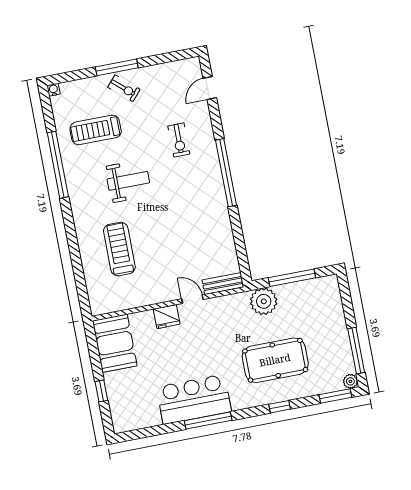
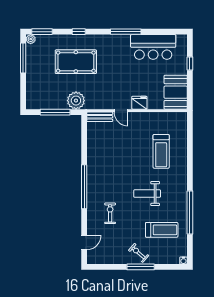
bar counter: (194, 399) -> (153, 47), moved

